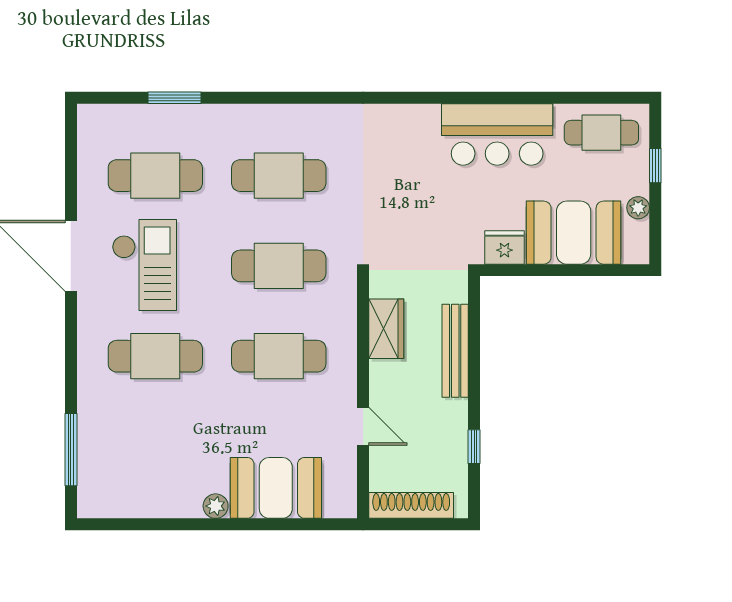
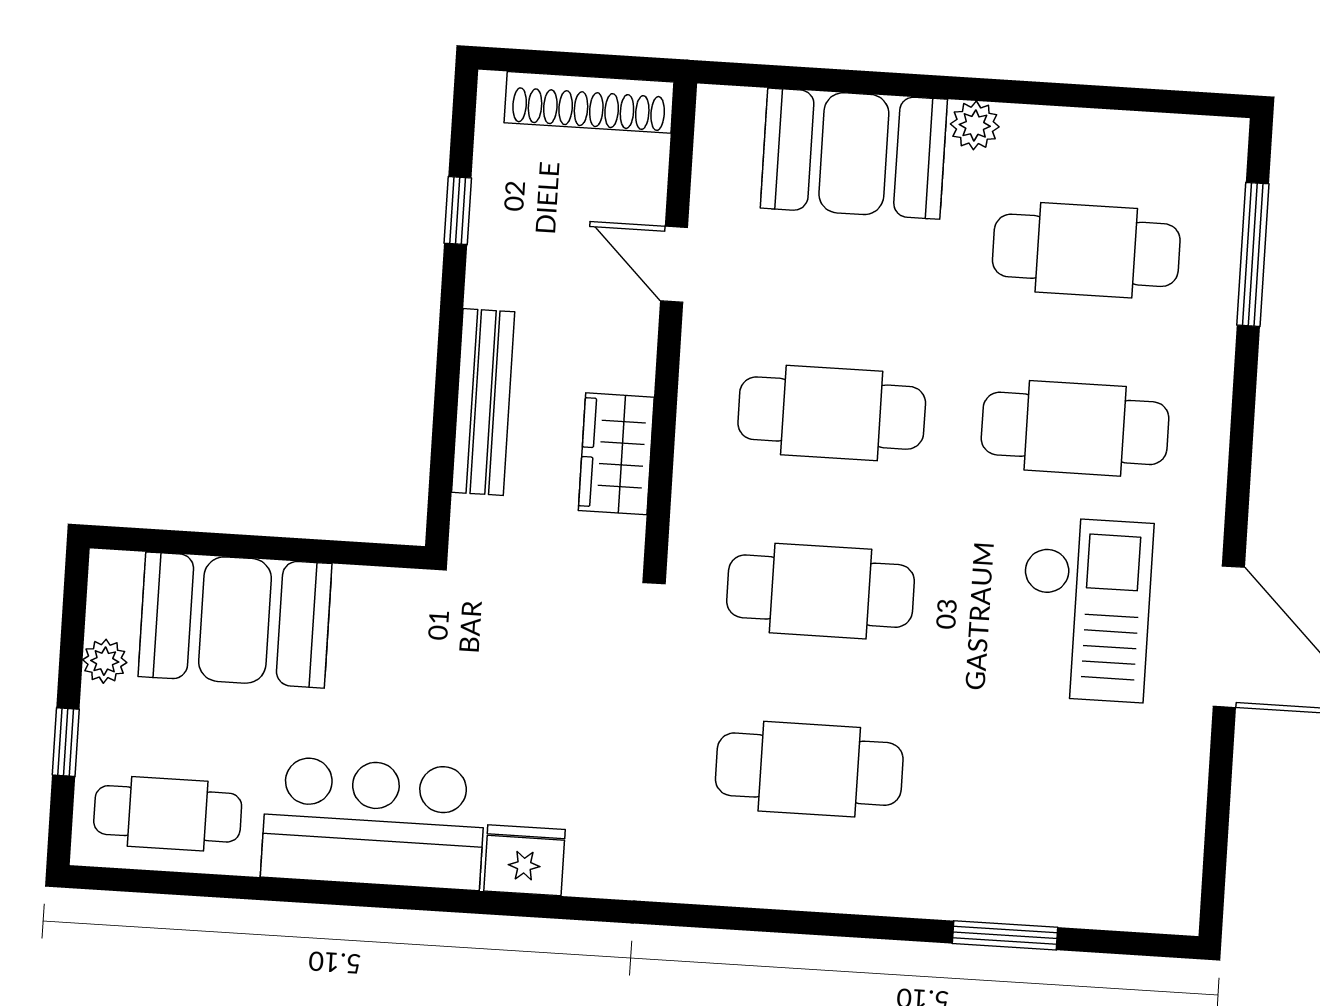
cafe table: (155, 176) -> (1086, 250), moved
fridge: (504, 247) -> (524, 860), moved, turned 180
checkout: (144, 265) -> (1085, 609), turned 180

